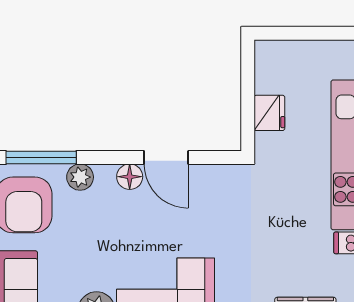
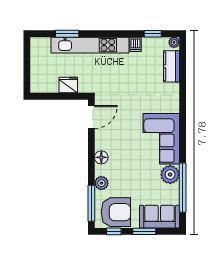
door: (166, 157) -> (91, 117), moved

